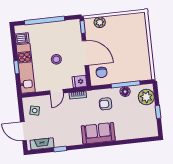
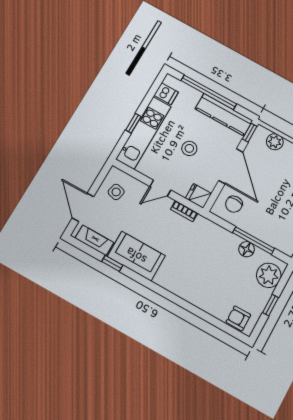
kitchen counter: (62, 27) -> (224, 115), added
armchair: (106, 104) -> (238, 318), moved
sofa: (98, 133) -> (136, 256), moved

